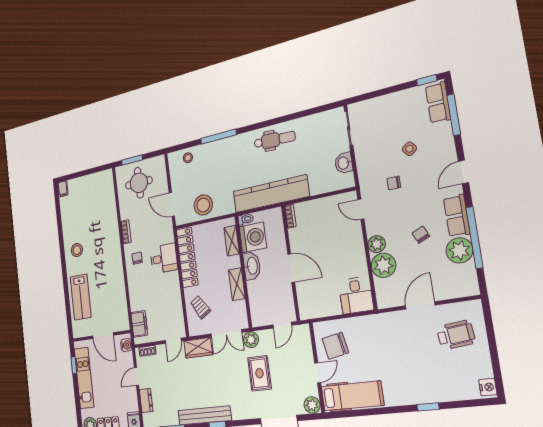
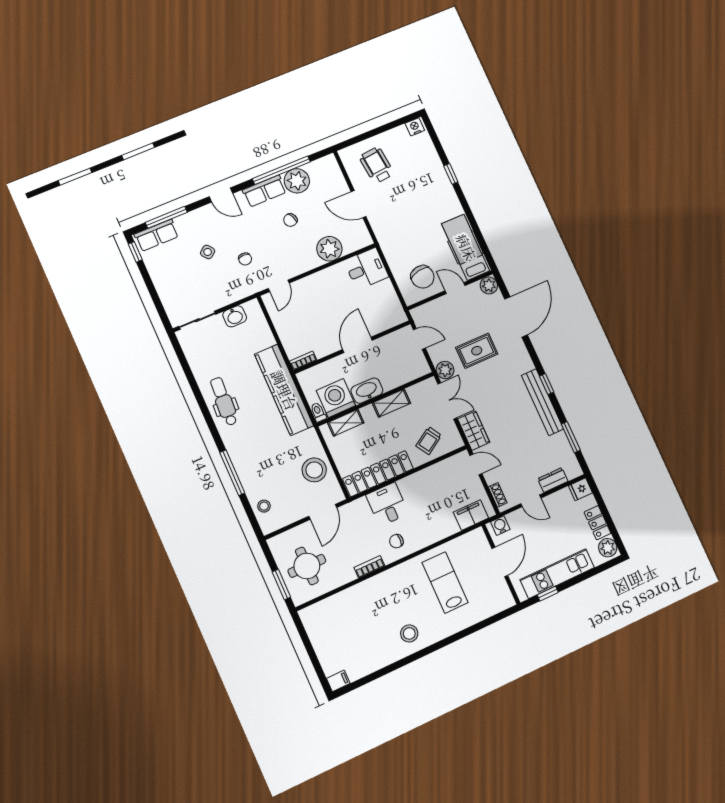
plant: (377, 244) -> (310, 261), removed
lab bench: (81, 297) -> (445, 583), moved, turned -90

